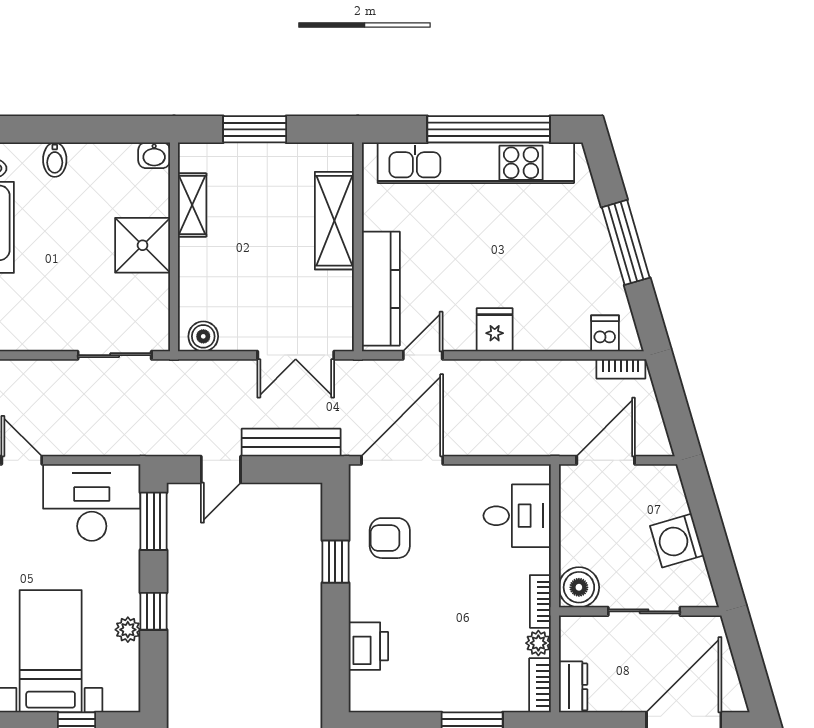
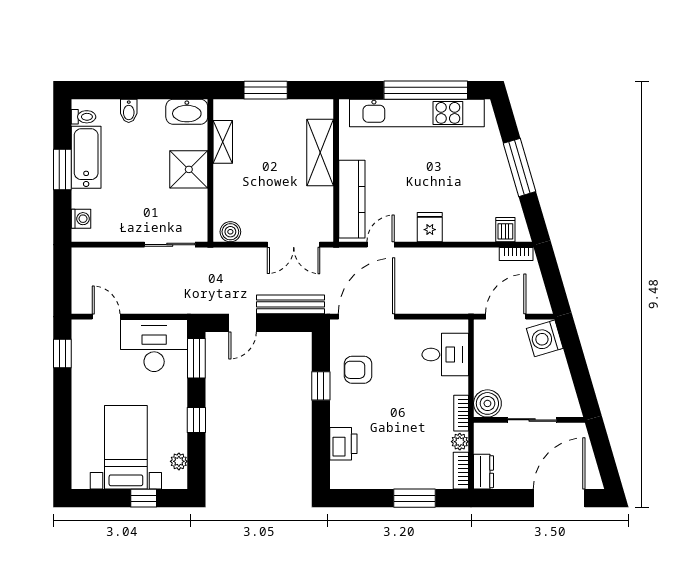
washbasin: (154, 155) -> (187, 112), width x1.91, depth x1.45
washing machine: (677, 541) -> (545, 338), moved
plant: (128, 630) -> (179, 461), moved

